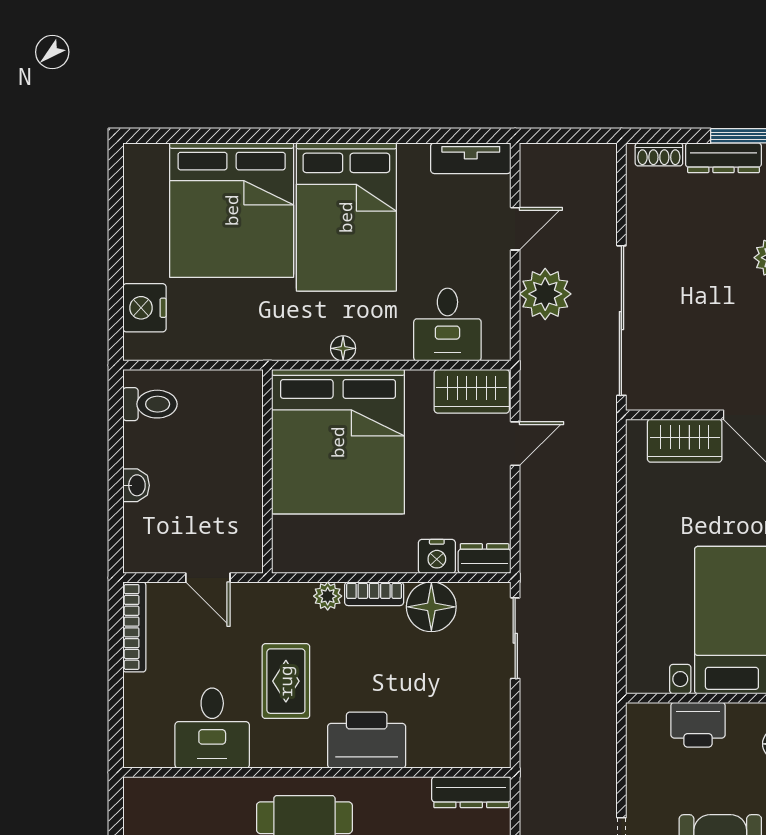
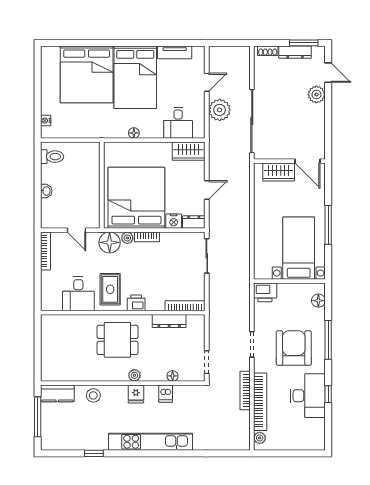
tv unit: (471, 158) -> (175, 52), moved
nightstand: (144, 308) -> (46, 121), width x0.53, depth x0.56
bed: (338, 442) -> (136, 198), moved, turned 180
door: (515, 444) -> (207, 190), moved
floor lamp: (431, 607) -> (110, 242), moved
rug: (286, 681) -> (110, 289), moved
printer: (698, 725) -> (265, 292), moved
printer: (367, 740) -> (136, 303), width x0.53, depth x0.68
bookcase: (464, 756) -> (185, 306), added
dresser: (471, 792) -> (169, 321), moved

